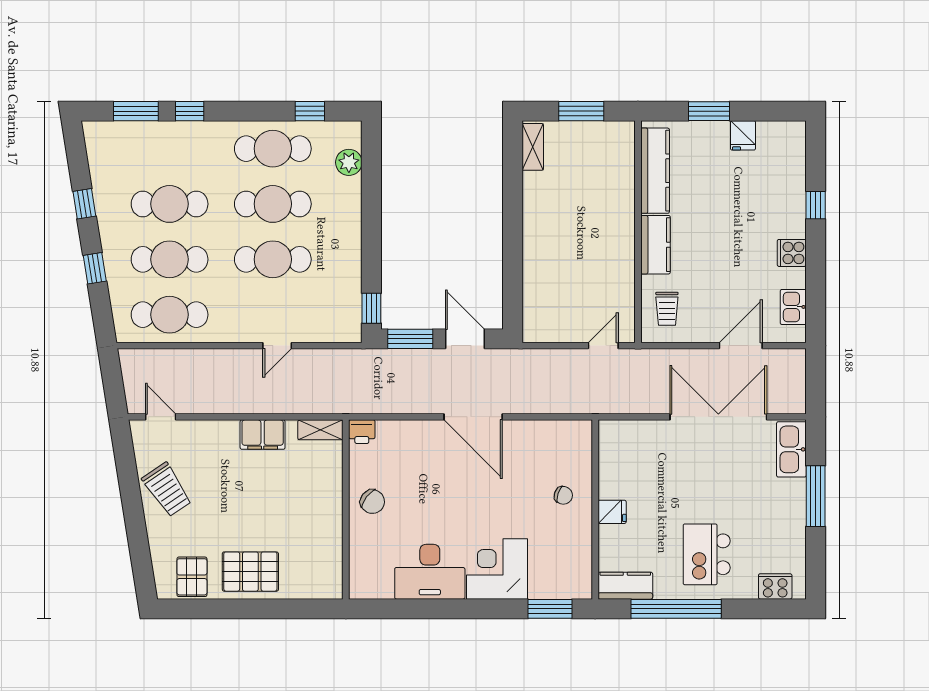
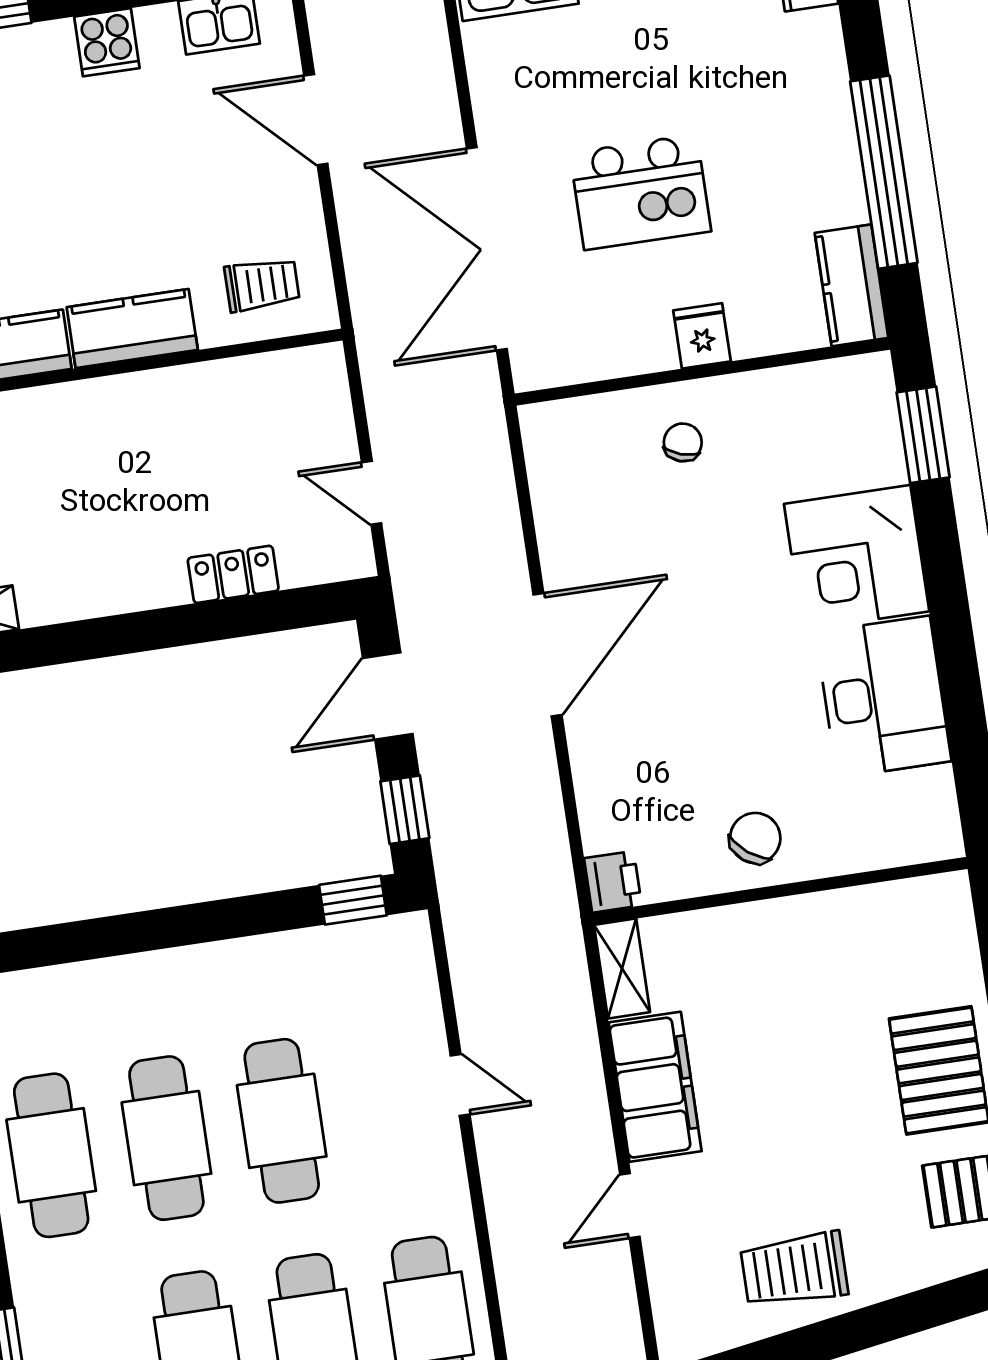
plant: (349, 162) -> (56, 993), removed
locker: (533, 275) -> (233, 574), added
window: (410, 339) -> (405, 810), width x0.67
door: (603, 346) -> (372, 493), moved
door: (161, 417) -> (630, 1206), moved
double door: (718, 417) -> (487, 249), moved
filing cabinet: (263, 435) -> (655, 1087), width x1.50, depth x1.17
trolley: (167, 490) -> (794, 1270), turned -146
kitchen island: (707, 554) -> (641, 192), moved

